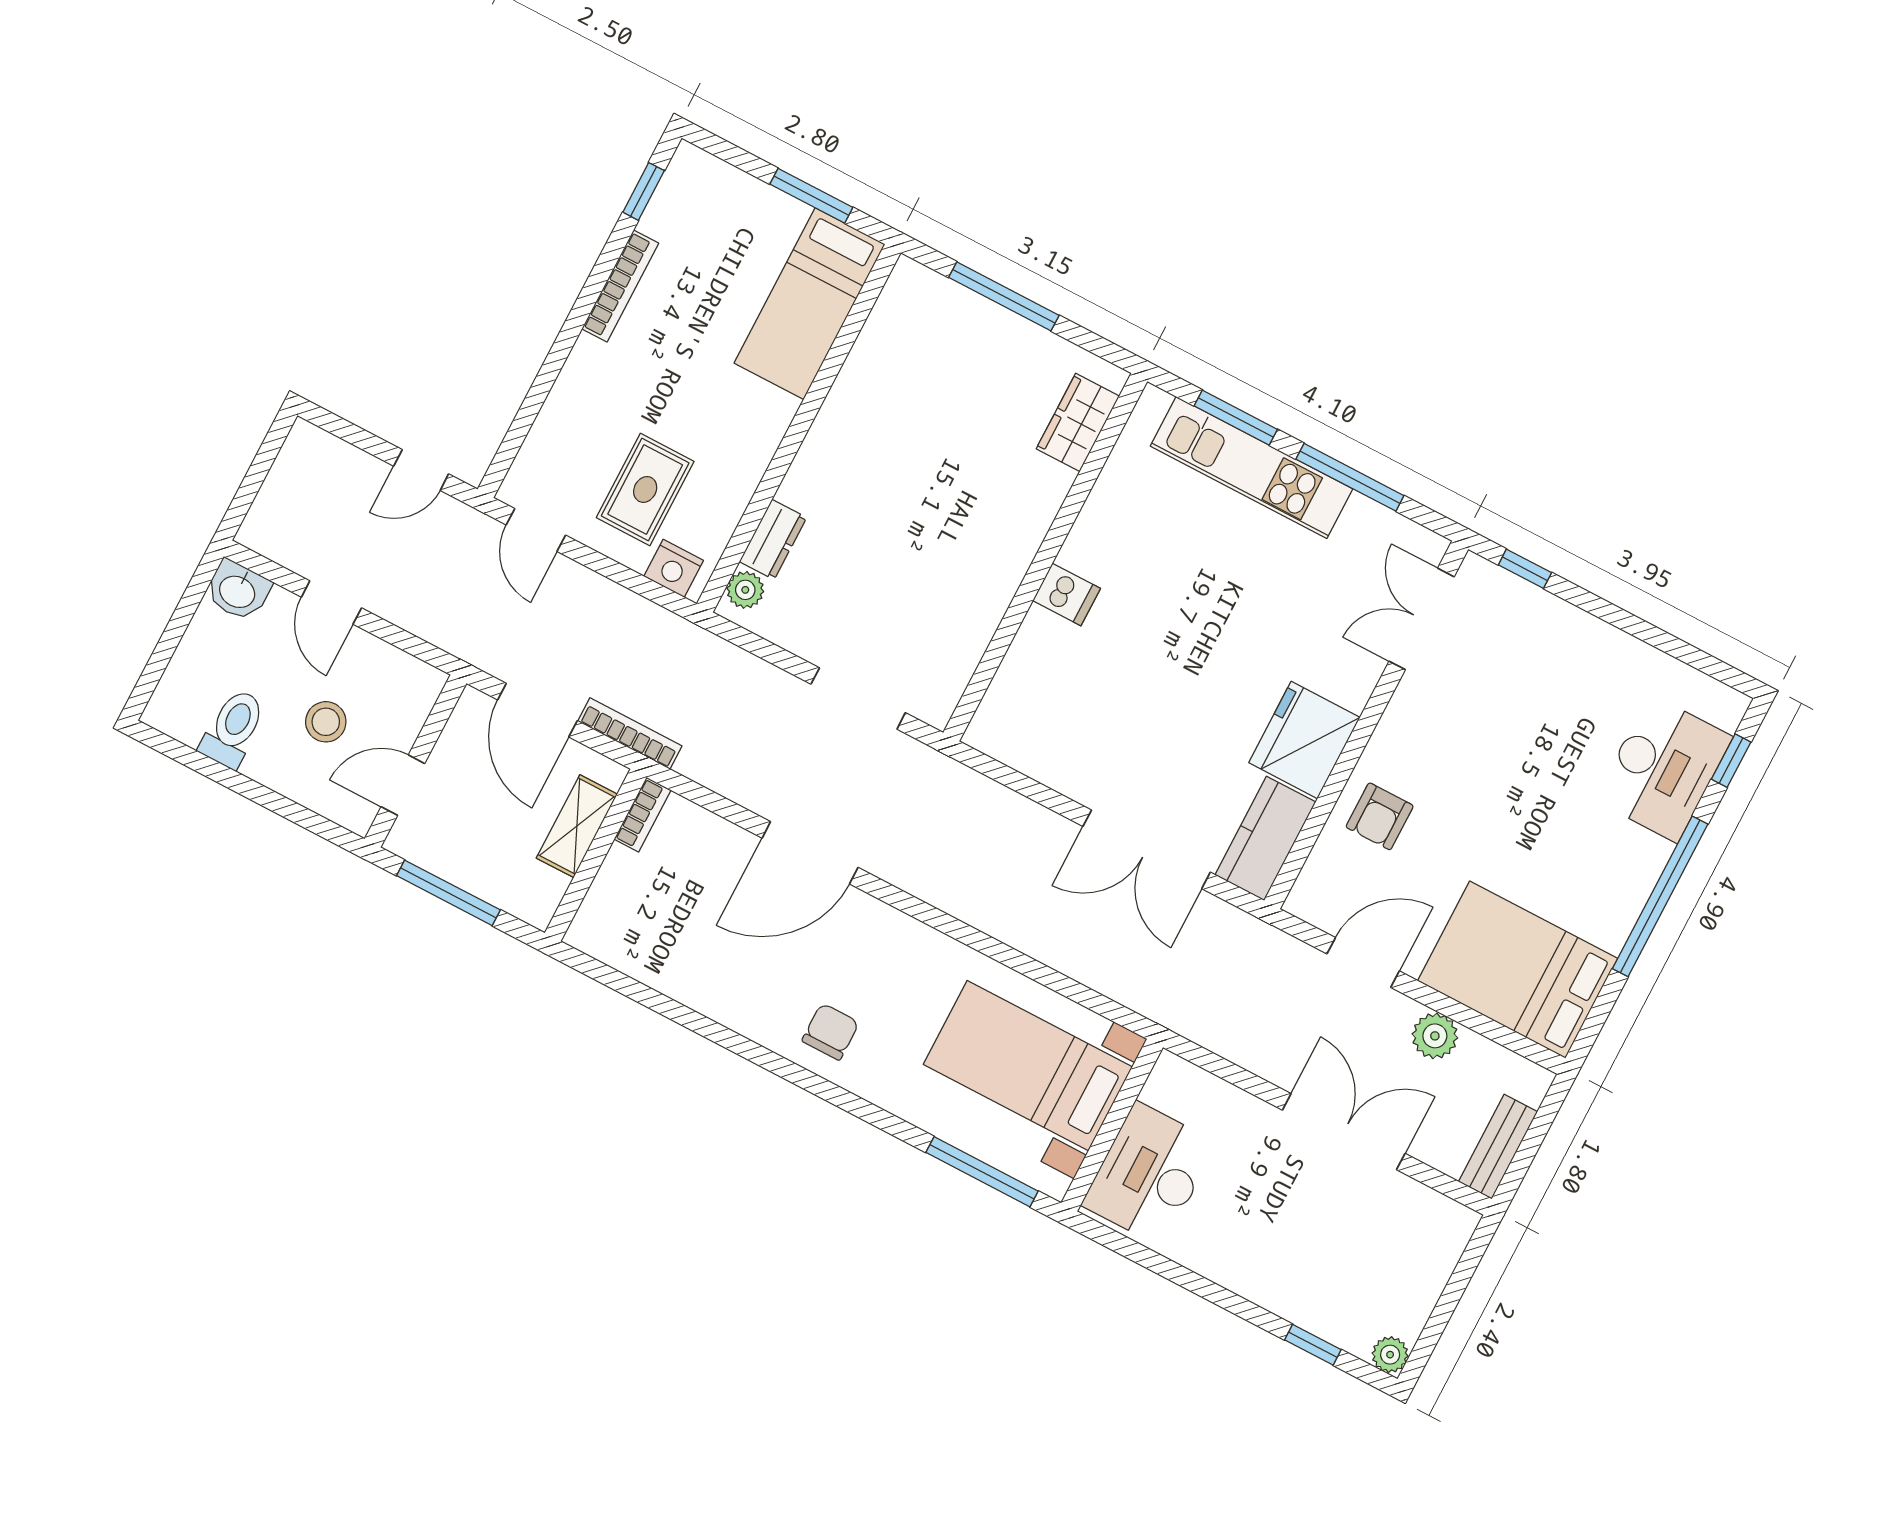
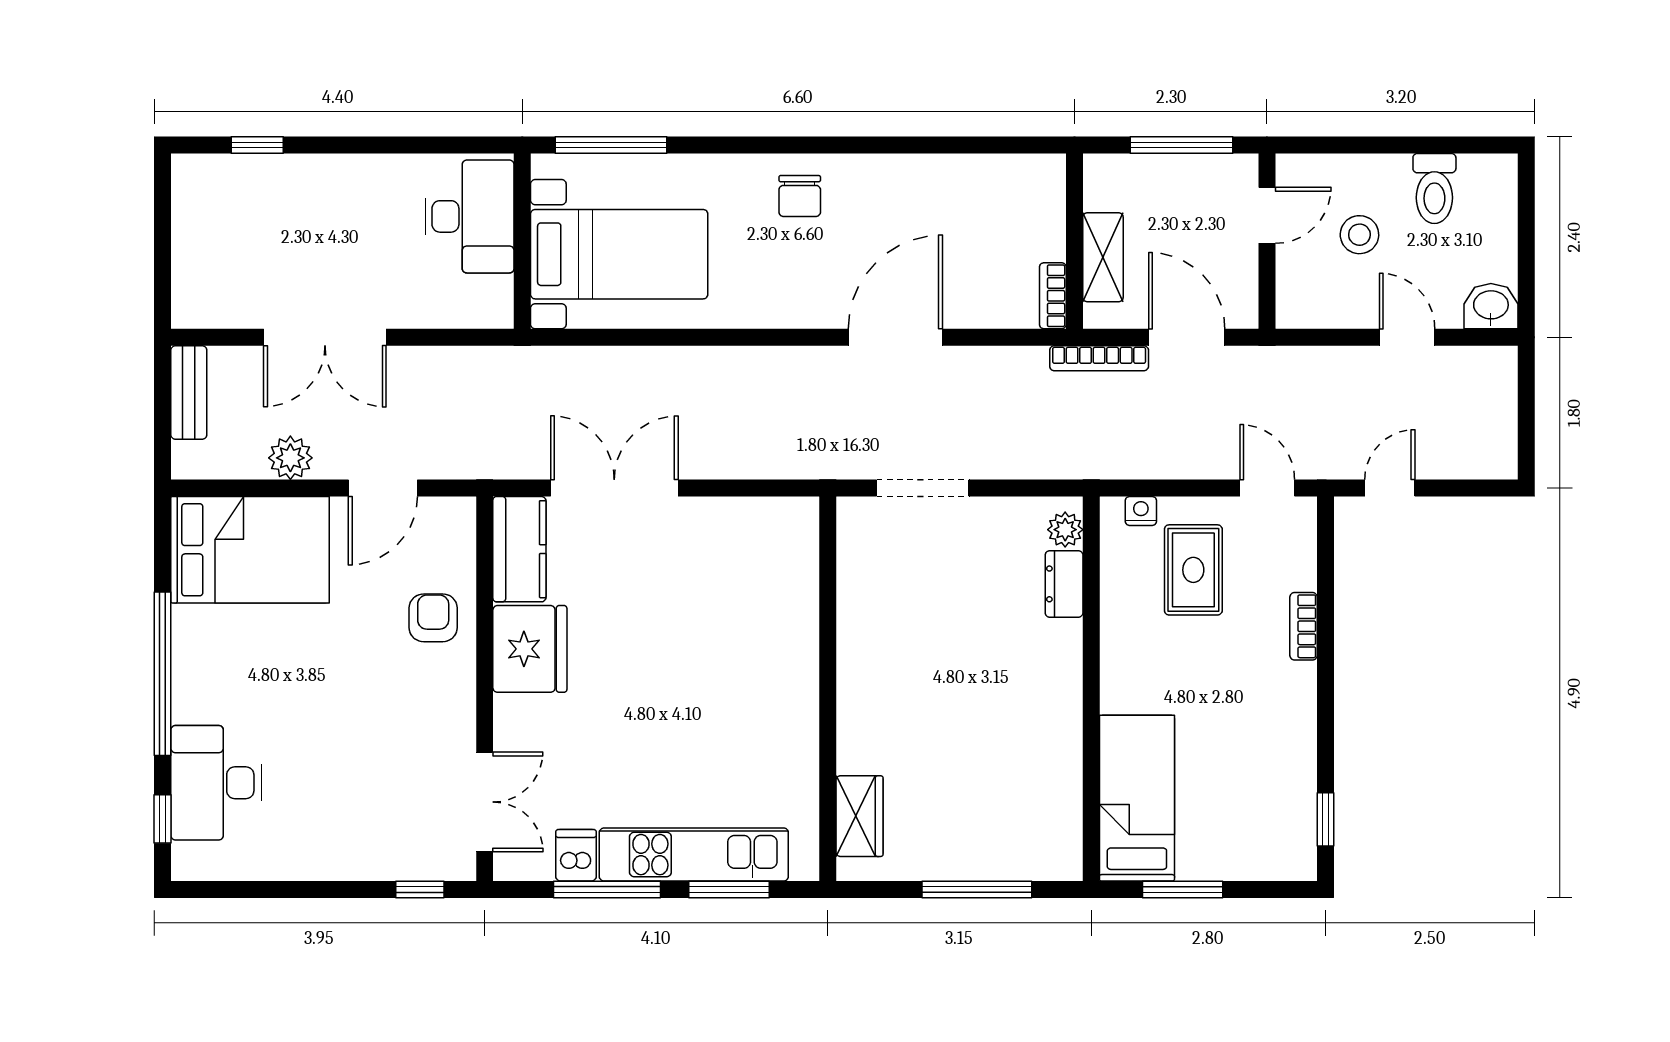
bookcase: (620, 286) -> (1304, 626), moved, width x0.64
nightstand: (674, 568) -> (1141, 511), width x0.72, depth x0.74
dishwasher: (1067, 595) -> (576, 855), moved, turned 90
plant: (1390, 1355) -> (188, 170), removed

